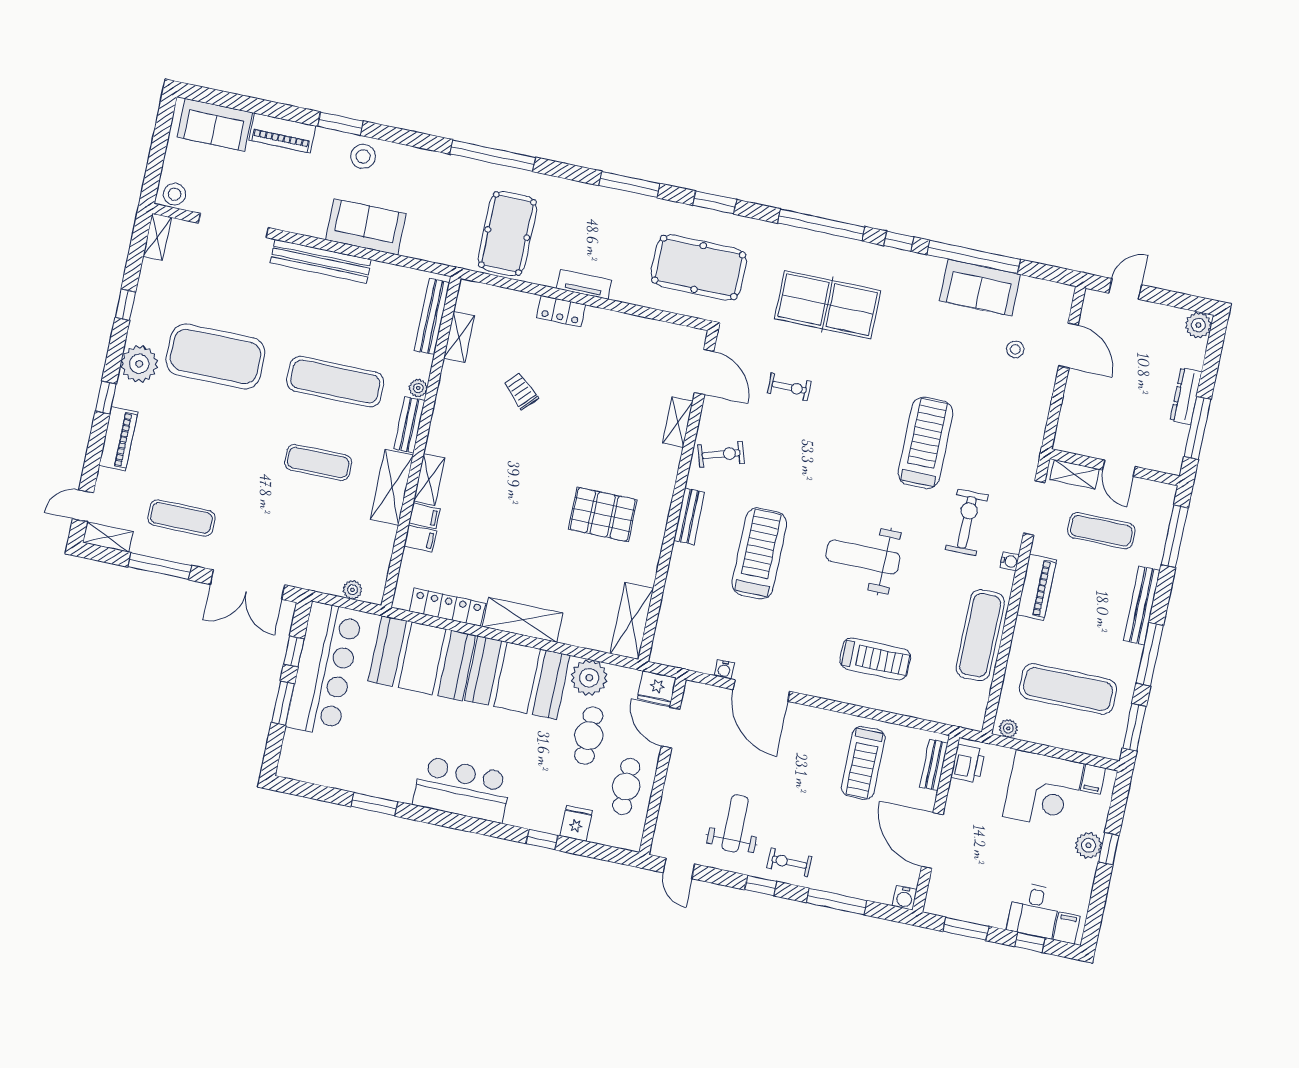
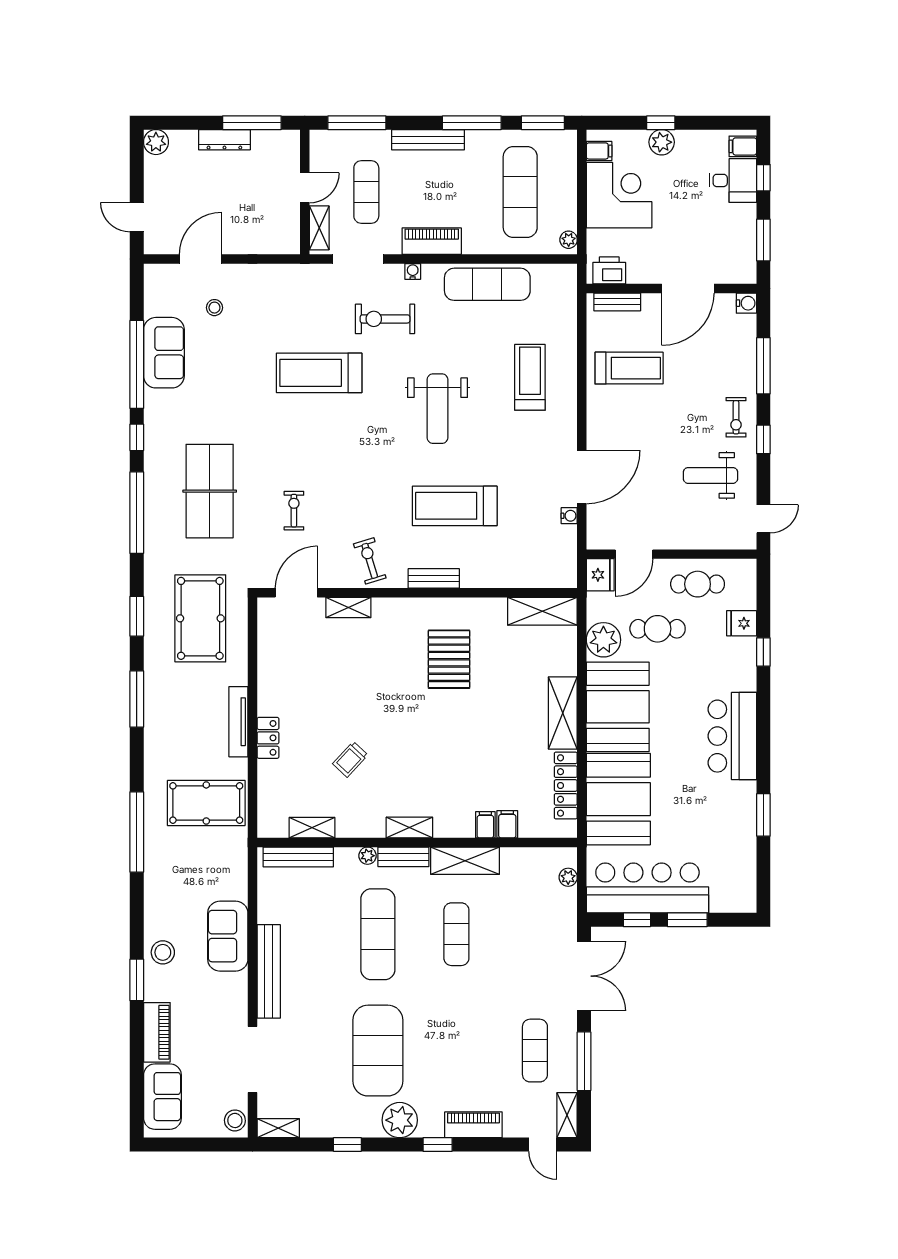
tv unit: (584, 284) -> (238, 722), width x1.41
shelving: (429, 480) -> (409, 828), moved

